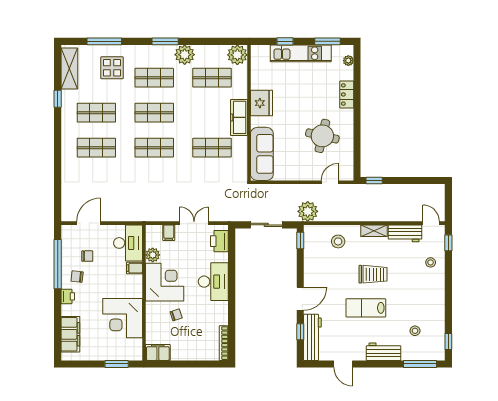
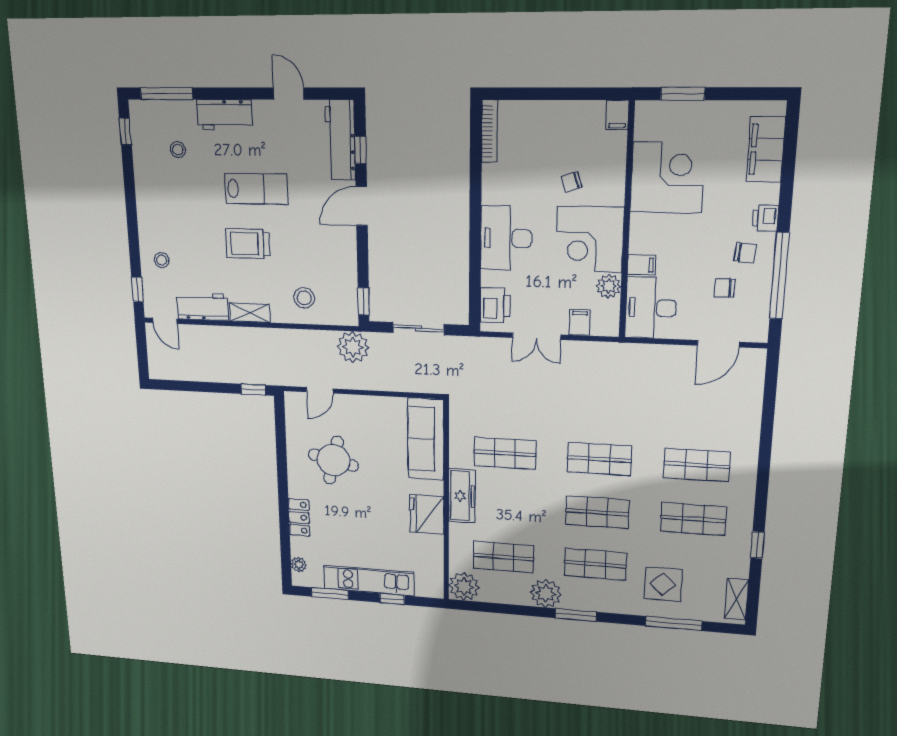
shelving: (69, 69) -> (737, 599), width x0.67, depth x0.75
filing cabinet: (158, 352) -> (617, 115), width x0.50

